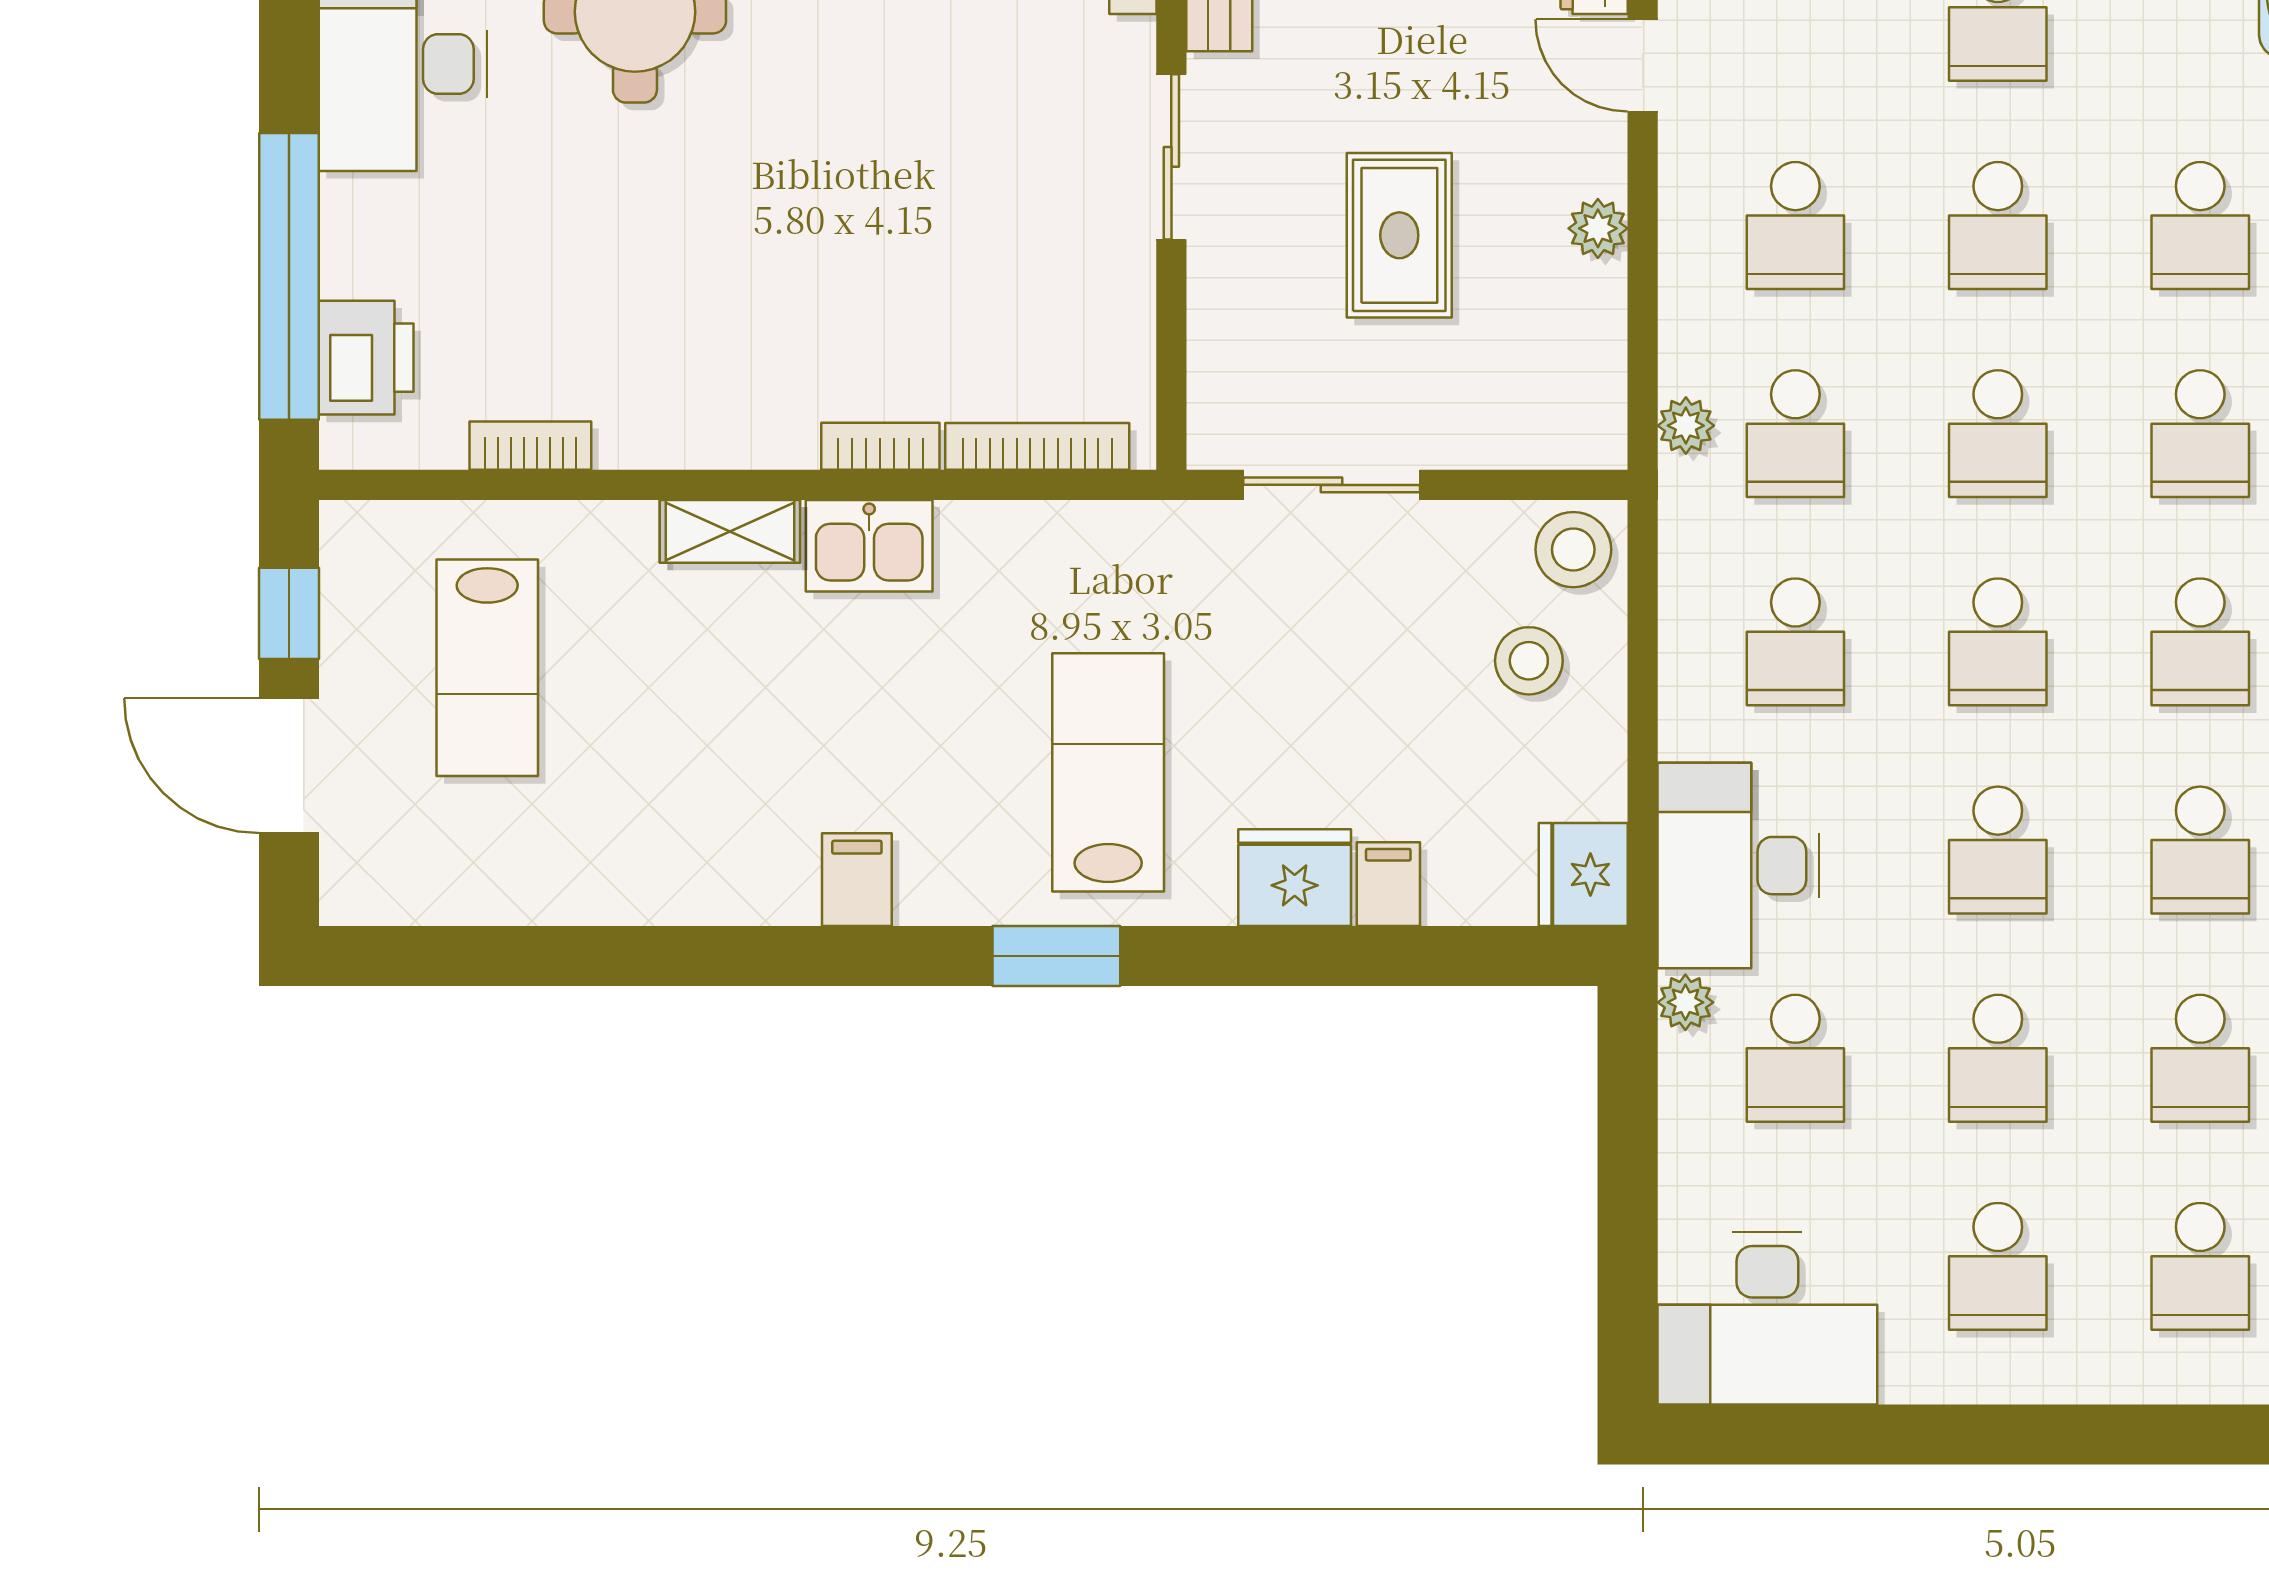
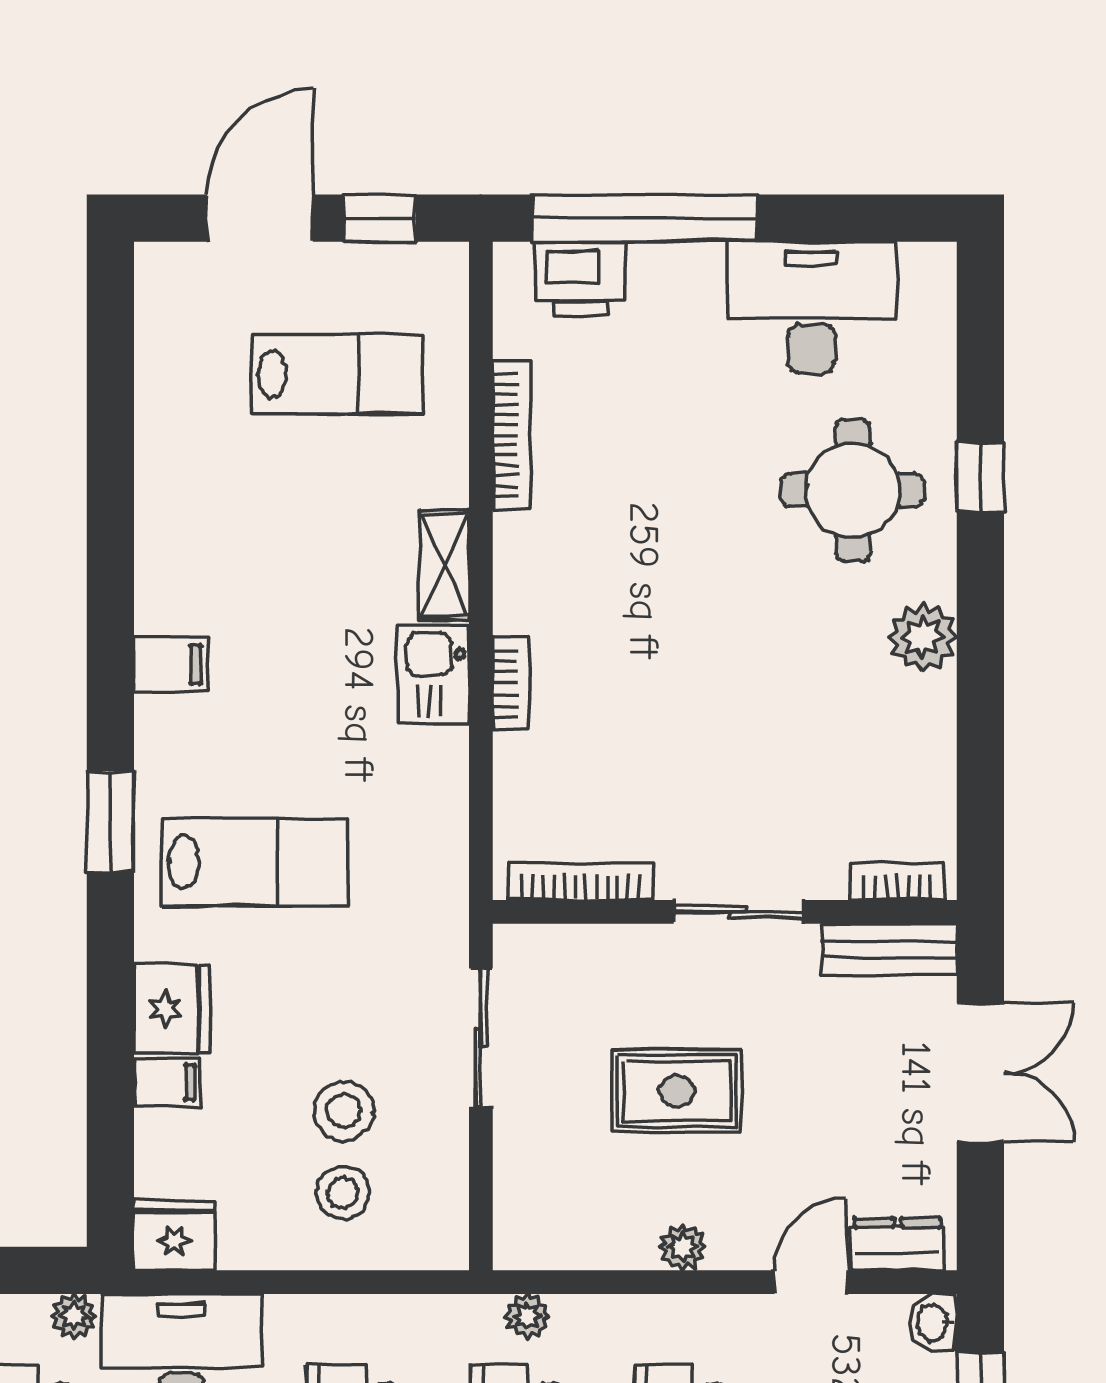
bookcase: (530, 446) -> (512, 435), width x1.56
bookcase: (1037, 446) -> (581, 882), moved, turned -90
stool: (1573, 550) -> (344, 1111), moved
lab bench: (487, 668) -> (337, 374), turned 180

